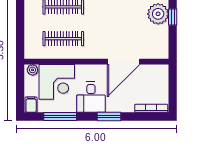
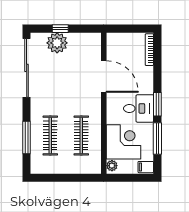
window: (109, 116) -> (157, 104), moved

